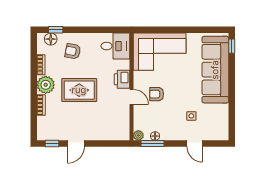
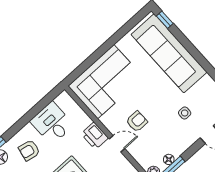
desk: (115, 46) -> (52, 123), moved, turned -90
armchair: (157, 94) -> (137, 121), turned 180

